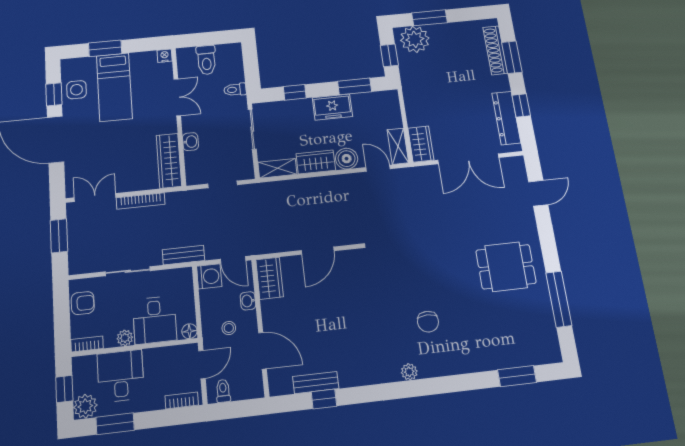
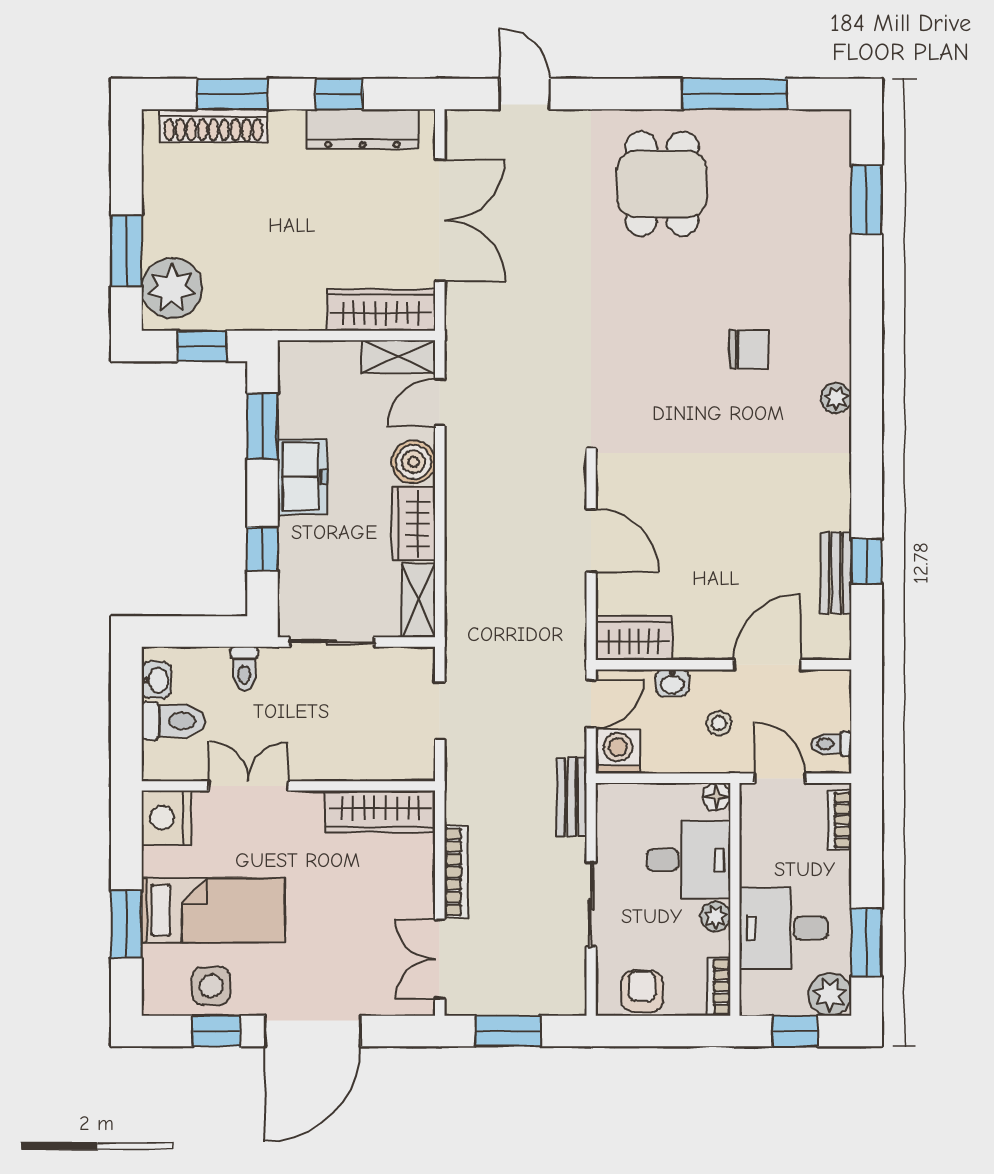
nightstand: (165, 56) -> (166, 818), width x1.89, depth x1.79
washbasin: (190, 142) -> (156, 680), moved, turned 90
wardrobe: (421, 144) -> (381, 310), width x1.50

